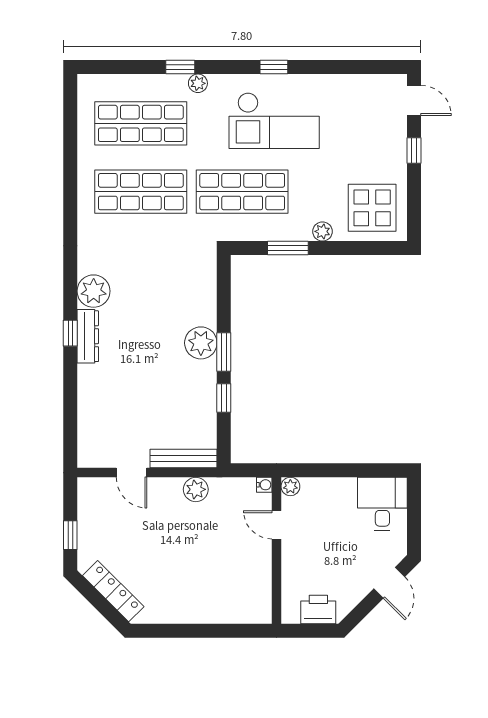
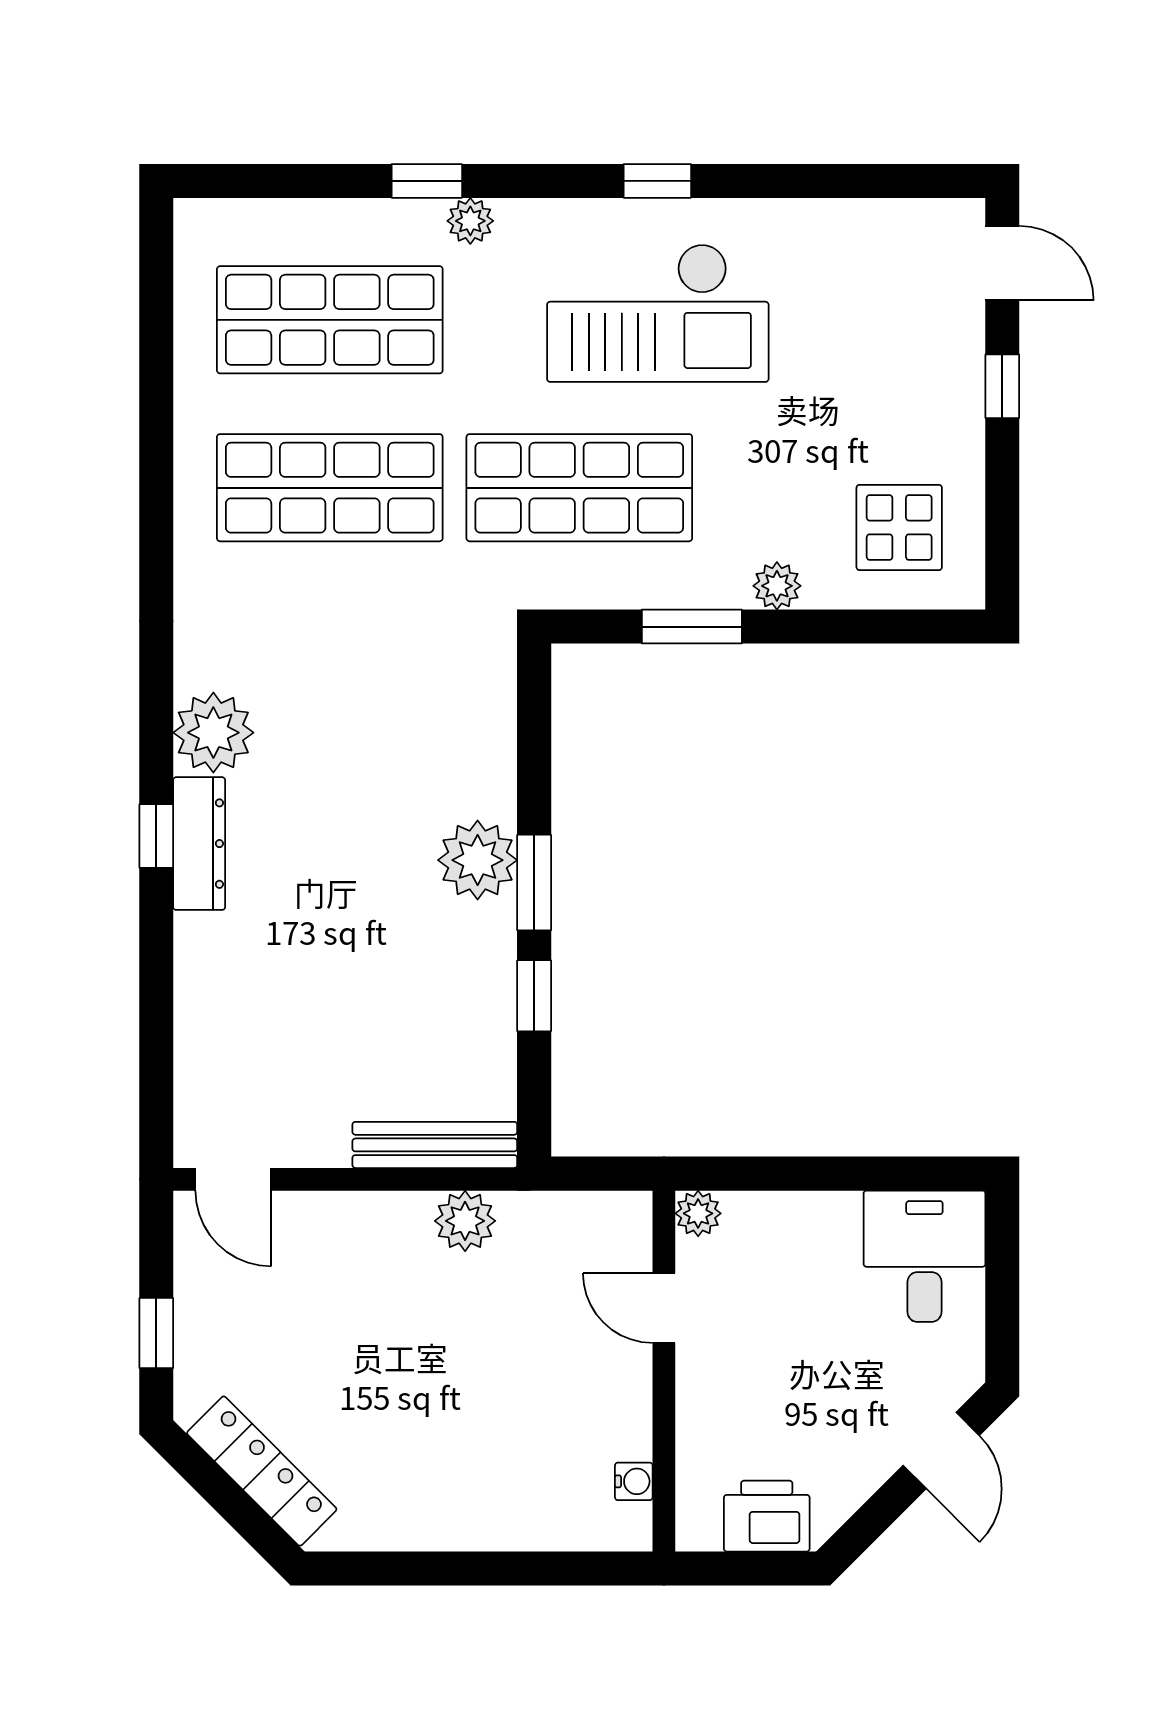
display table: (372, 208) -> (899, 527), width x0.73, depth x0.73
door: (132, 473) -> (233, 1179), moved
water cooler: (264, 485) -> (634, 1481), moved

